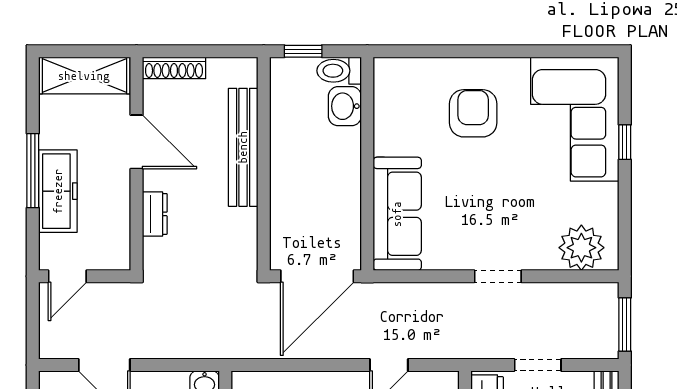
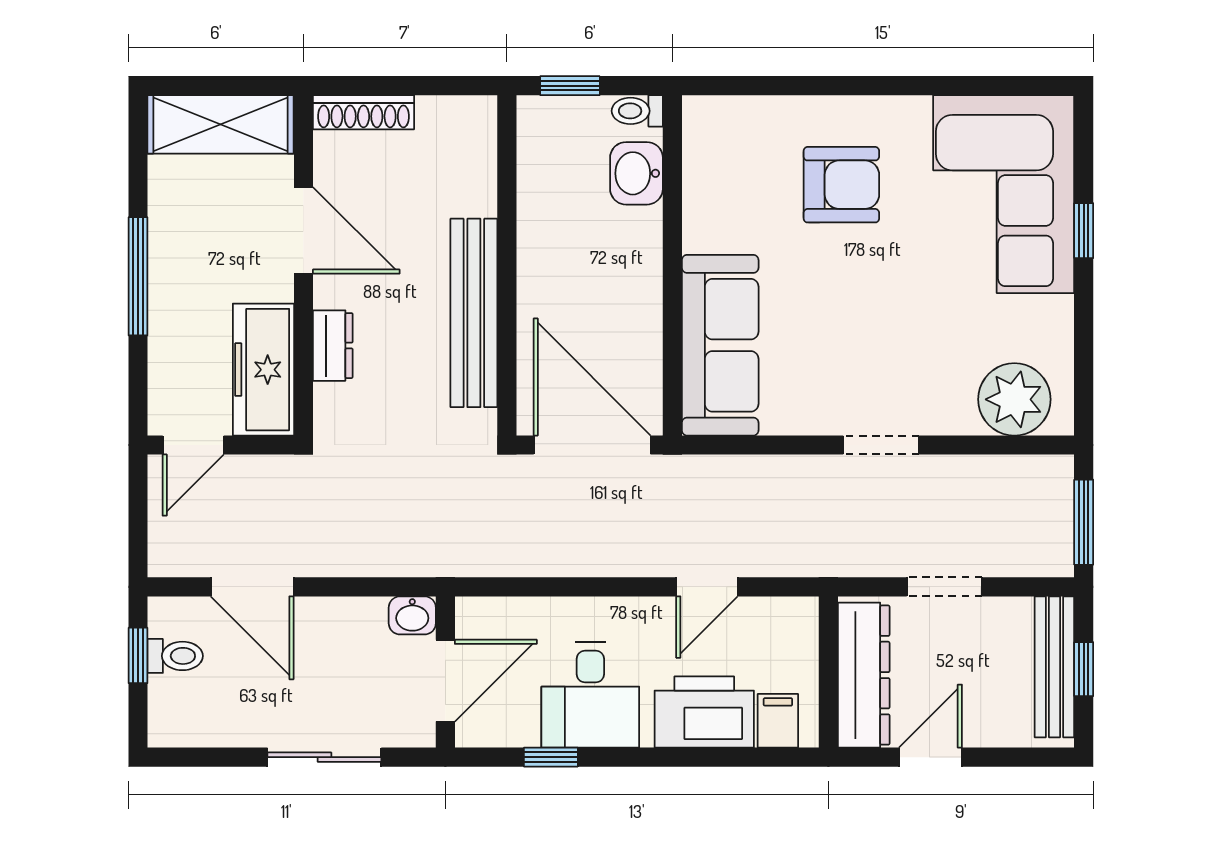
toilet: (339, 71) -> (637, 111), width x0.73, depth x0.72
armchair: (473, 113) -> (841, 185), turned 90
bench: (243, 147) -> (474, 313), moved
freezer: (58, 191) -> (263, 370), moved, turned 180
door: (317, 276) -> (592, 445), swing flipped

